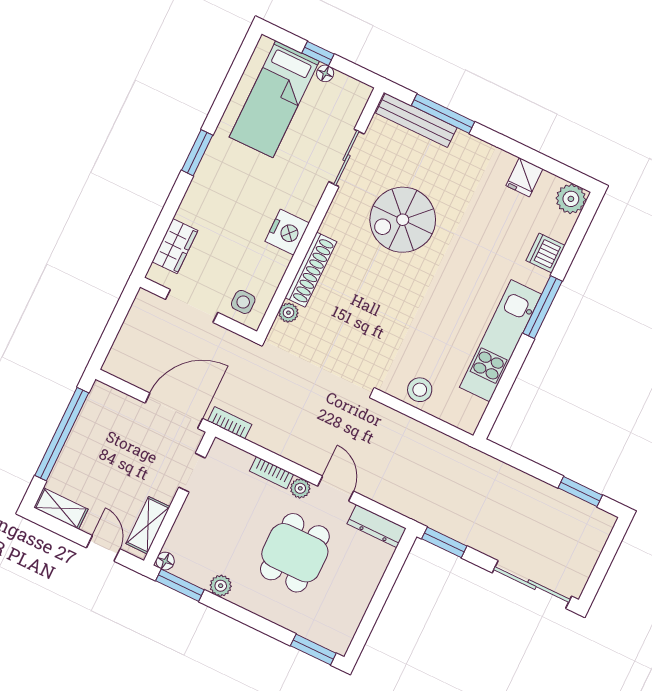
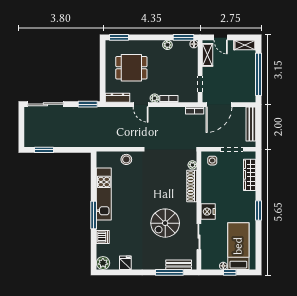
bench: (416, 120) -> (179, 265), width x0.73
spiral stairs: (403, 220) -> (165, 223), turned 180
nightstand: (287, 232) -> (208, 212), moved
wardrobe: (175, 246) -> (250, 175), width x1.50
bench: (127, 339) -> (251, 124), added
dining table: (295, 553) -> (131, 68), moved, turned 90

